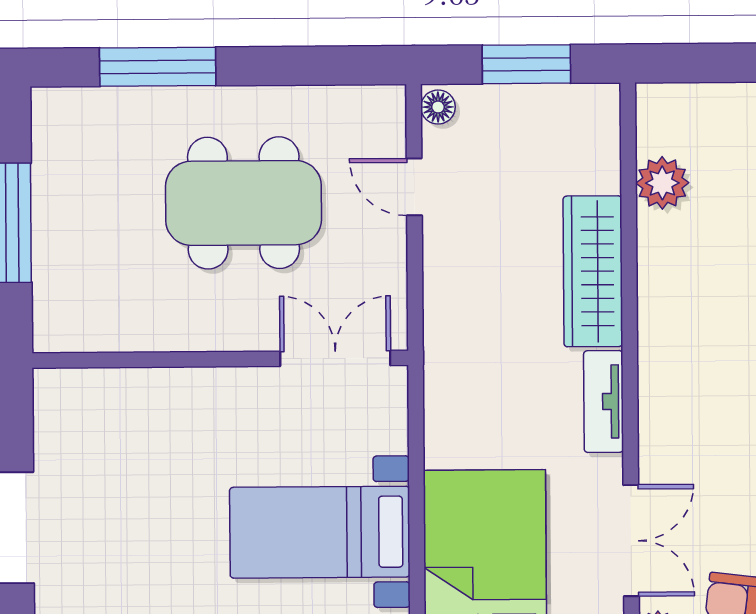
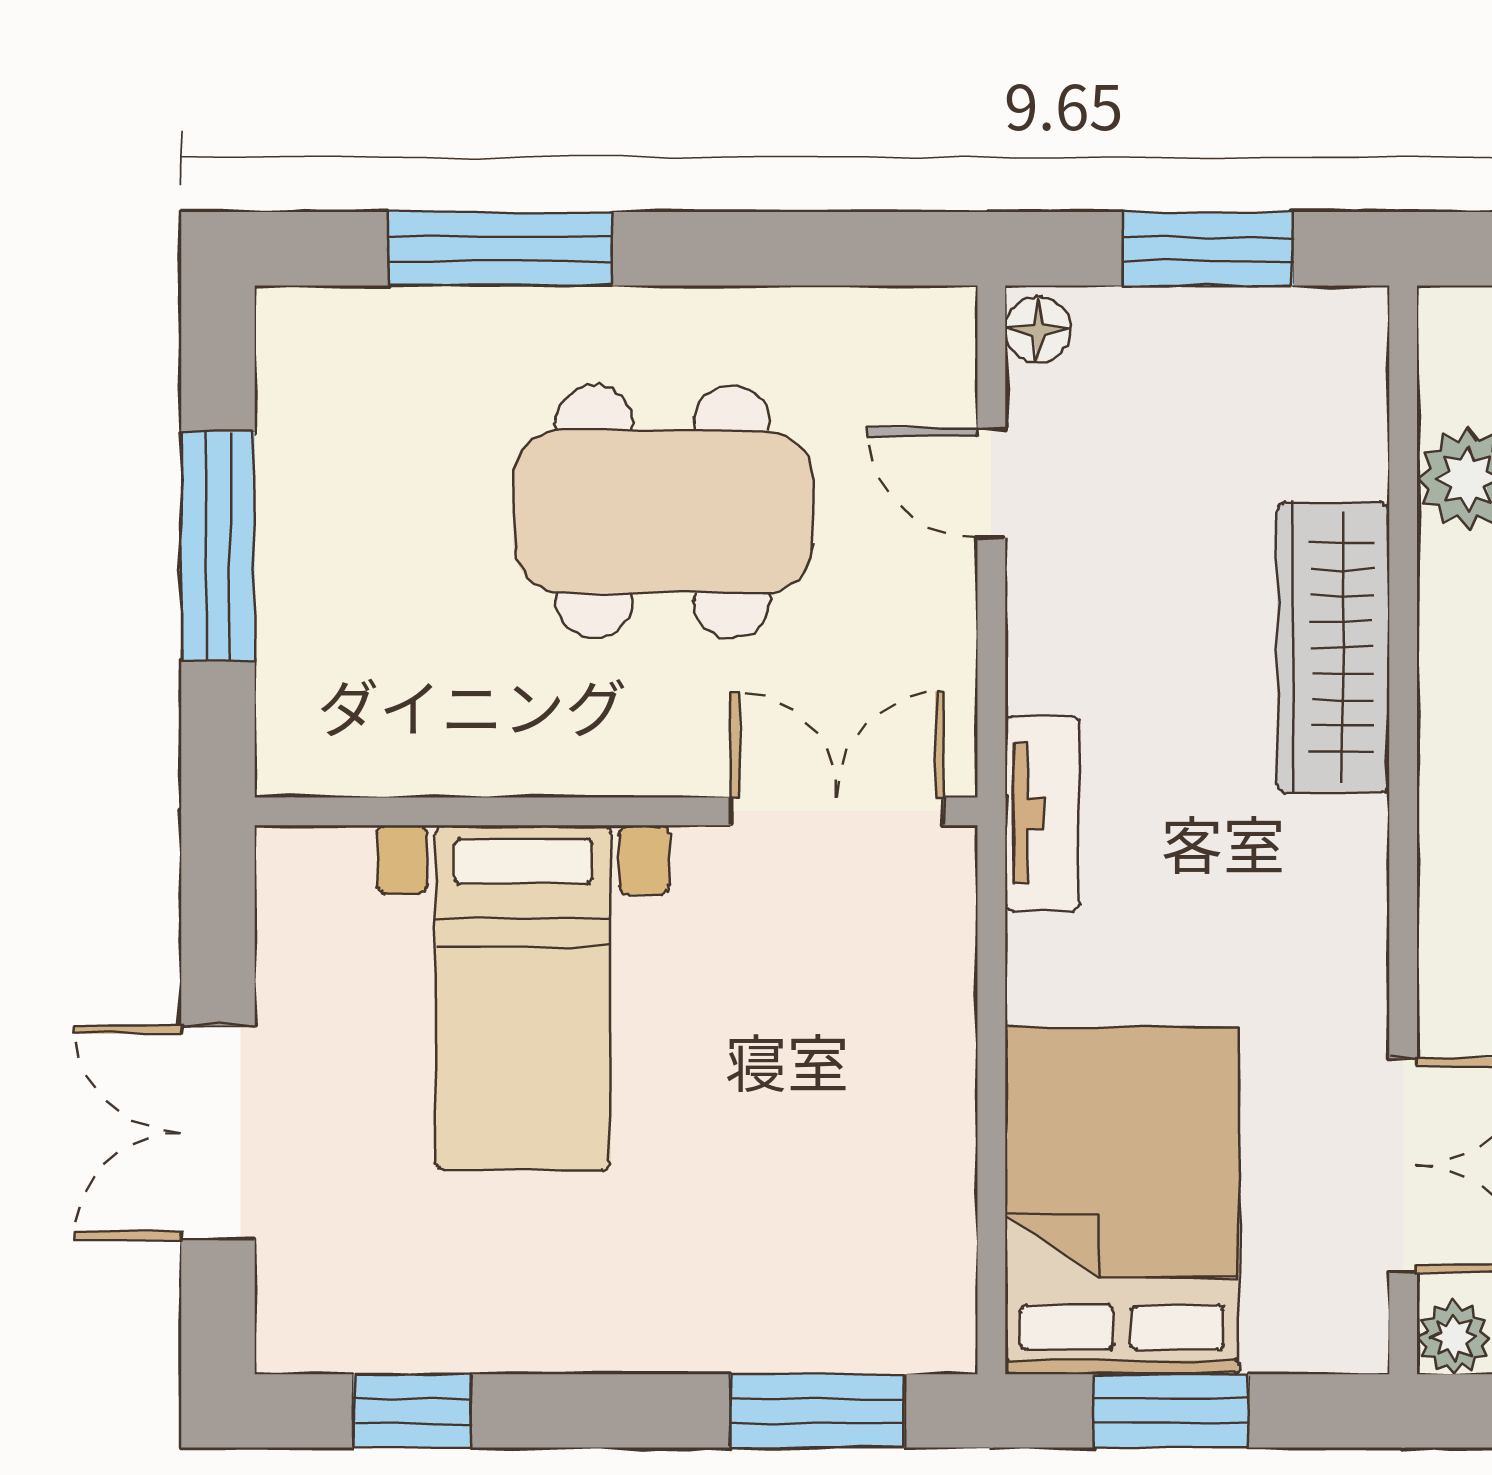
tv unit: (604, 402) -> (1042, 813), moved, turned 180
bed with nightstands: (320, 532) -> (523, 998), moved, turned -90

